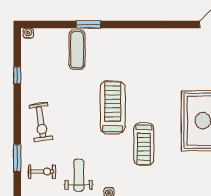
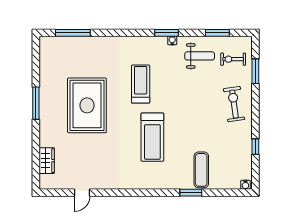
treadmill: (113, 107) -> (152, 137), moved
weight bench: (79, 175) -> (200, 56), turned -90

